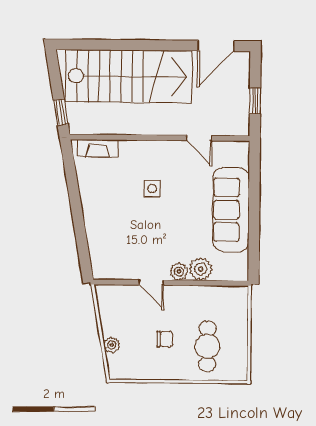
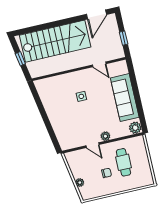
window: (61, 112) -> (20, 59), moved
fireplace: (98, 148) -> (48, 82), removed
plant: (201, 269) -> (135, 128), moved
cafe table: (207, 346) -> (123, 162), moved

